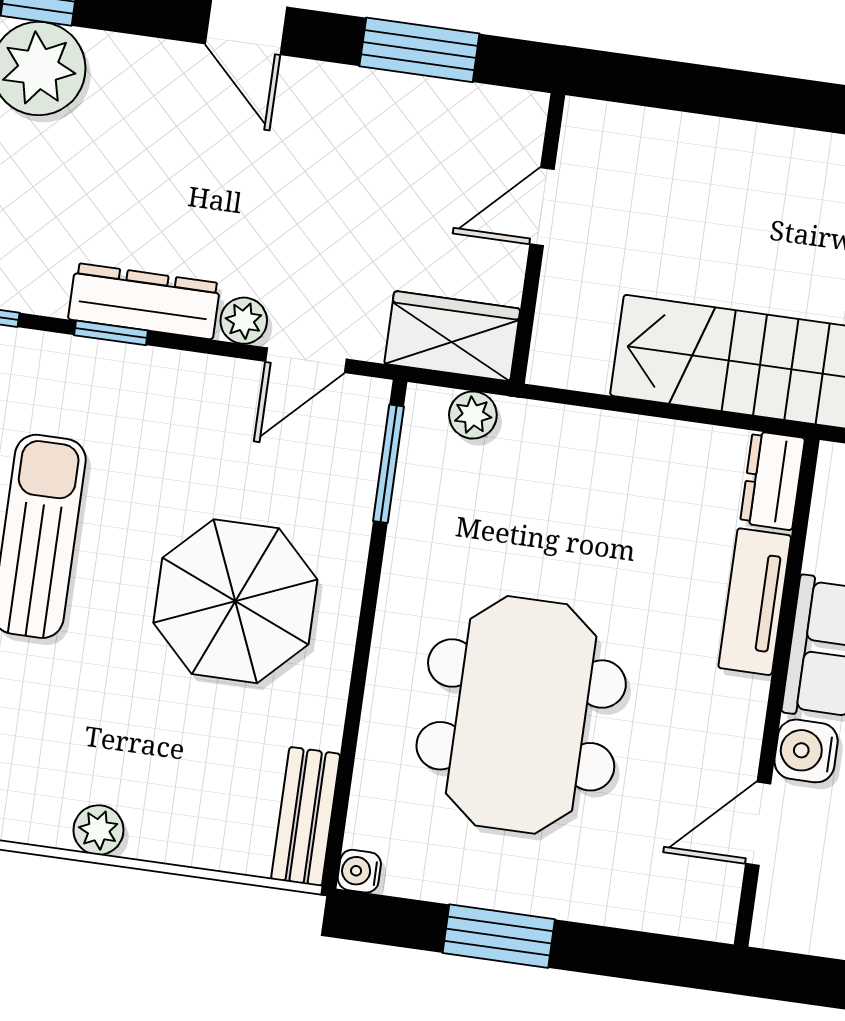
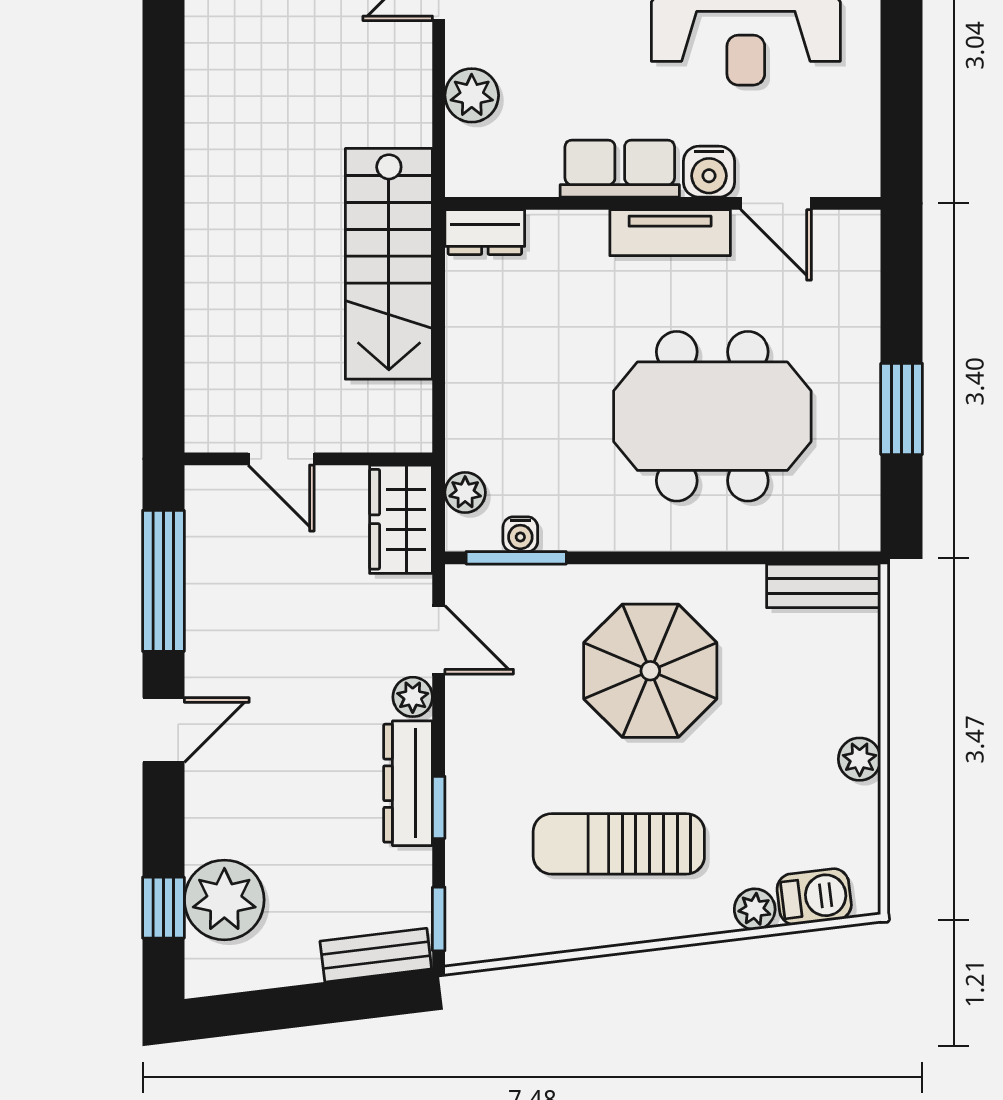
window: (419, 50) -> (163, 581), width x1.44
tv unit: (755, 602) -> (670, 233), moved
water cooler: (359, 871) -> (520, 534), moved

